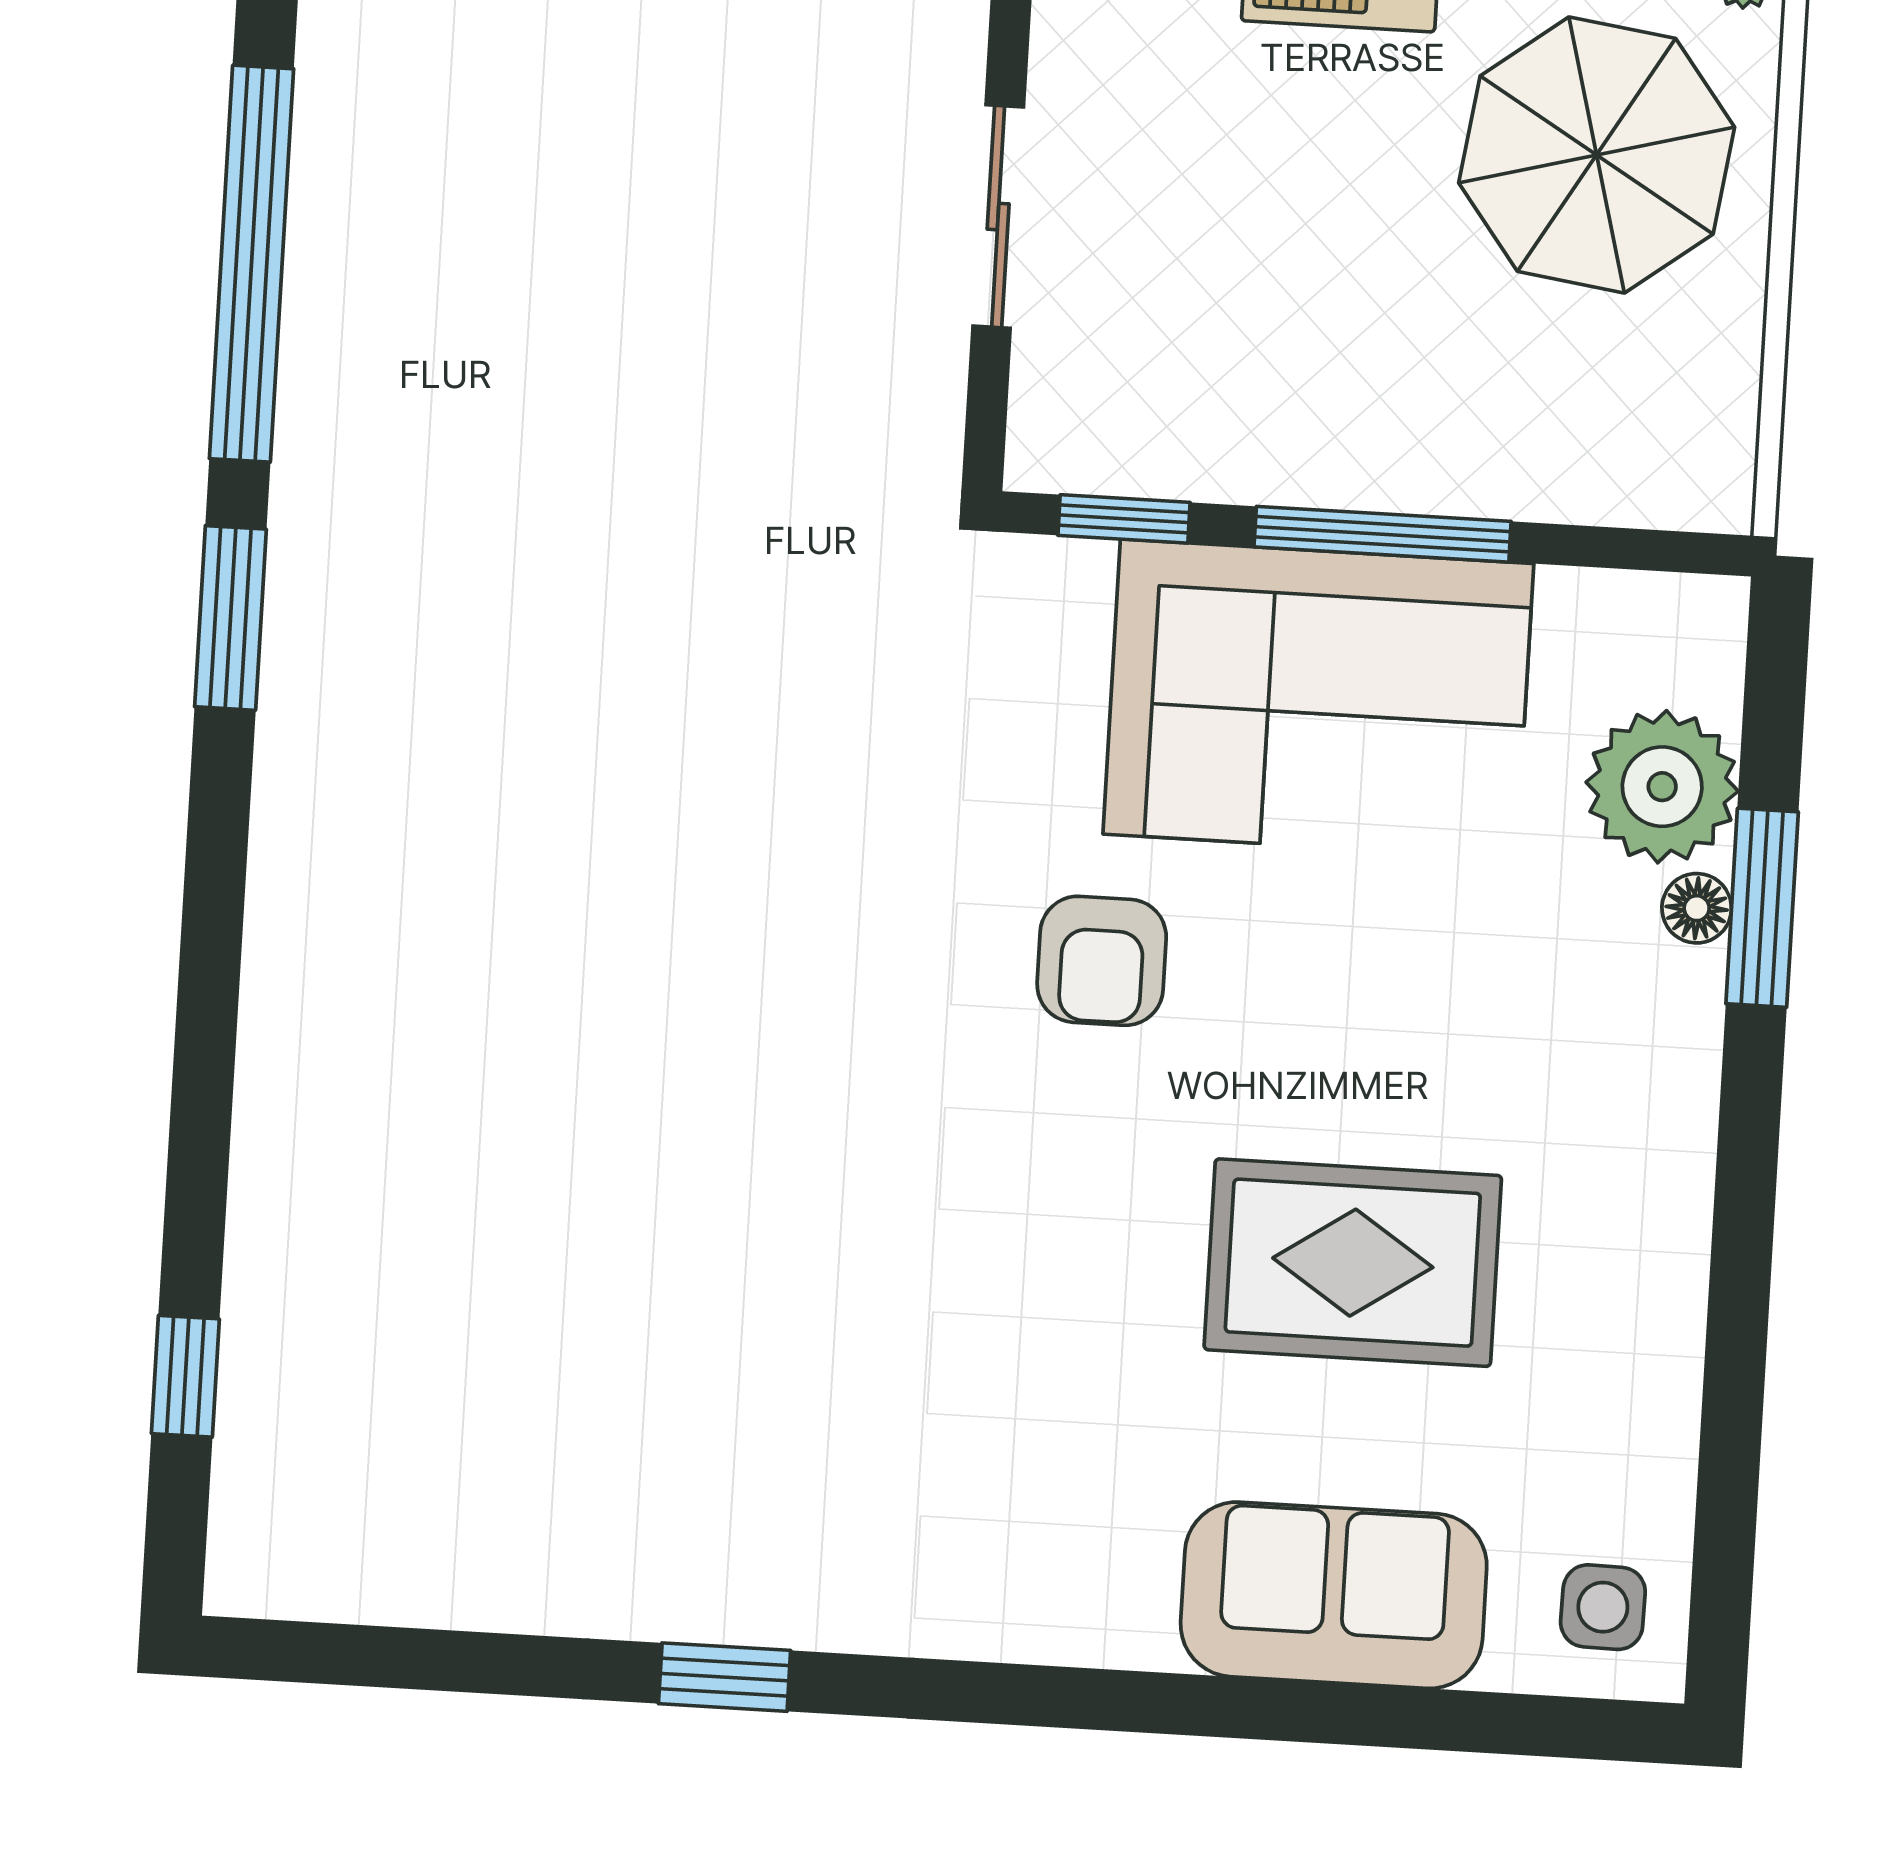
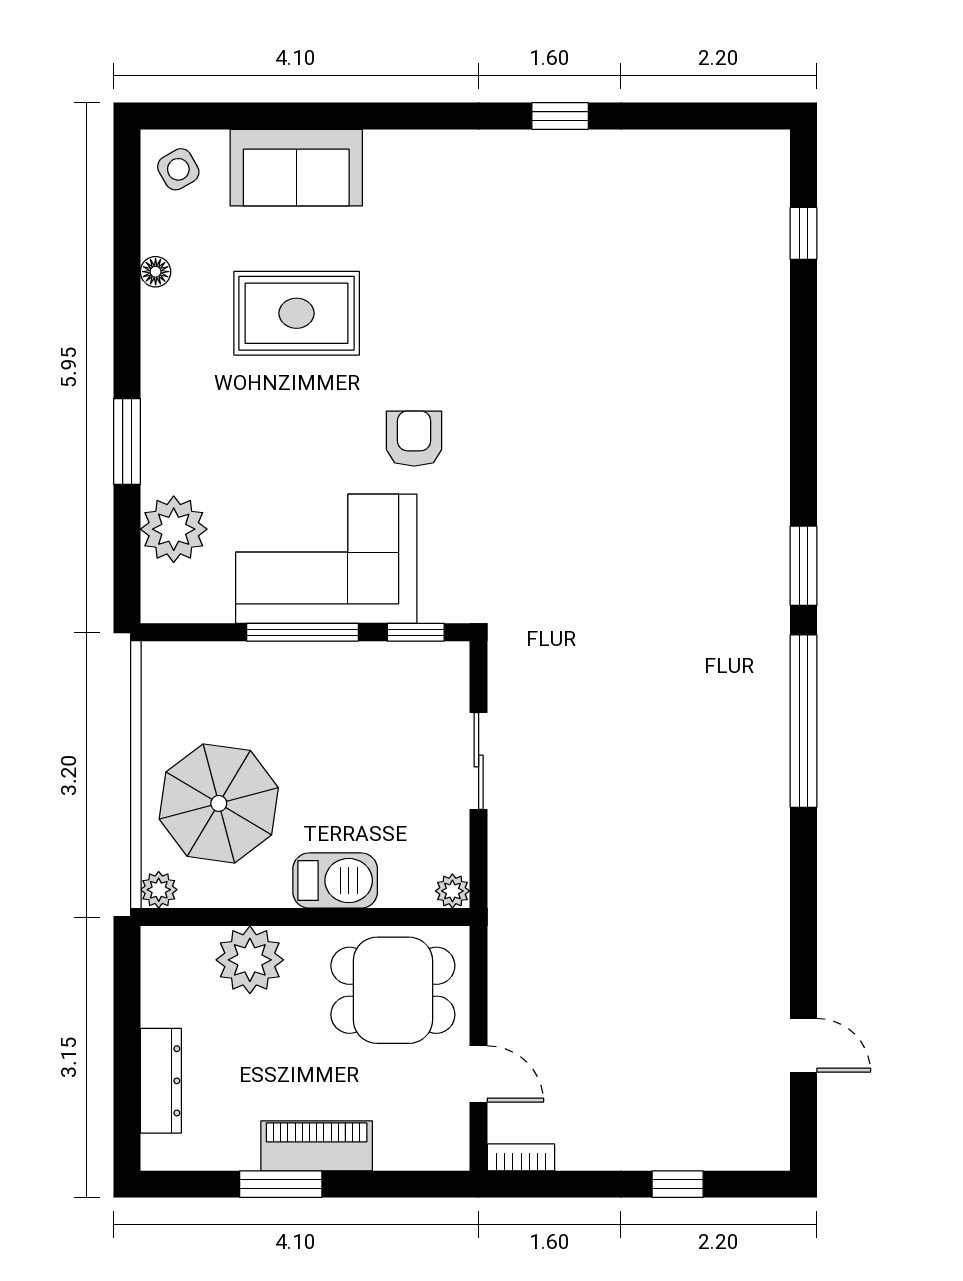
floor lamp: (1697, 908) -> (156, 272), moved
window: (1762, 908) -> (127, 441), moved
side table: (1603, 1607) -> (178, 169), turned -31

